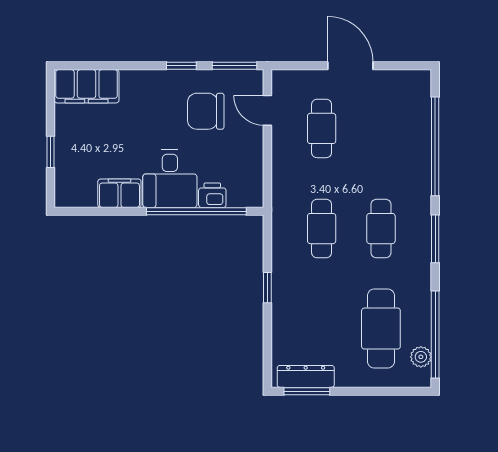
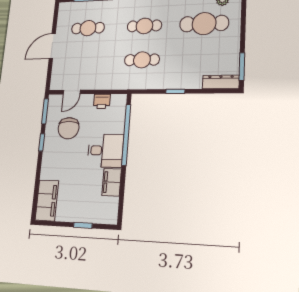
cafe table: (322, 128) -> (88, 28), moved
printer: (212, 195) -> (102, 101), moved, turned -90
dresser: (306, 376) -> (221, 82), moved, turned 90

